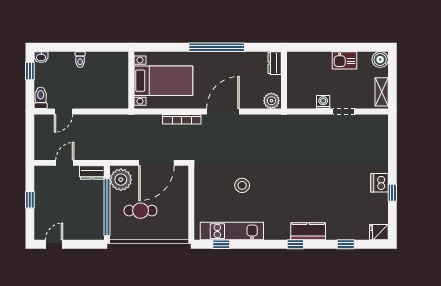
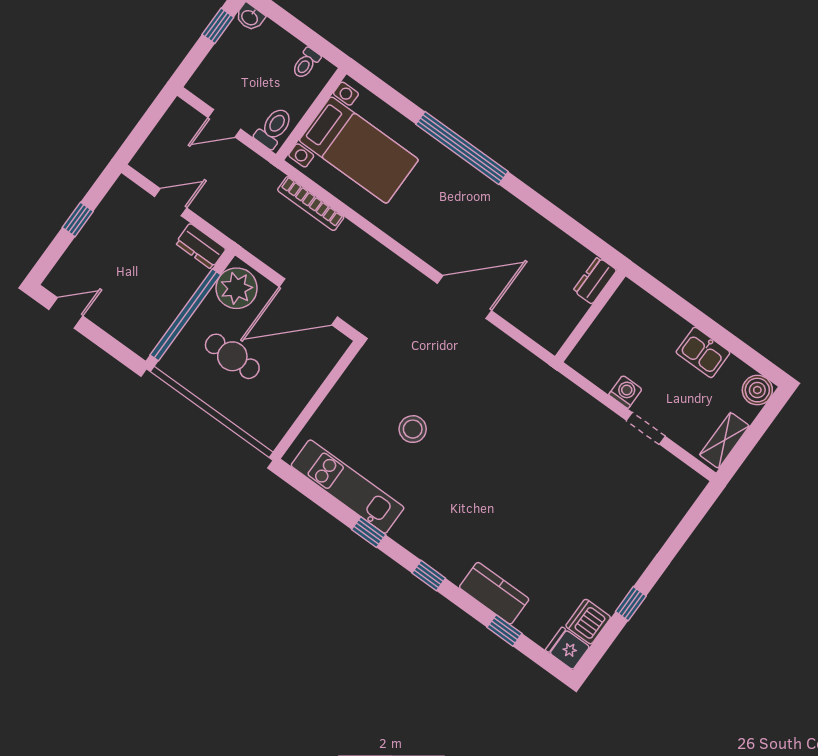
window: (217, 47) -> (462, 148), moved
wall: (131, 80) -> (311, 114), moved
bed with nightstands: (163, 81) -> (359, 150), moved
toilet: (41, 98) -> (274, 128), moved
plant: (271, 101) -> (549, 334), removed
bookcase: (182, 119) -> (311, 204), moved
dishwasher: (379, 183) -> (588, 622), moved
kitchen counter: (308, 231) -> (494, 593), moved
window: (221, 244) -> (369, 532), moved

